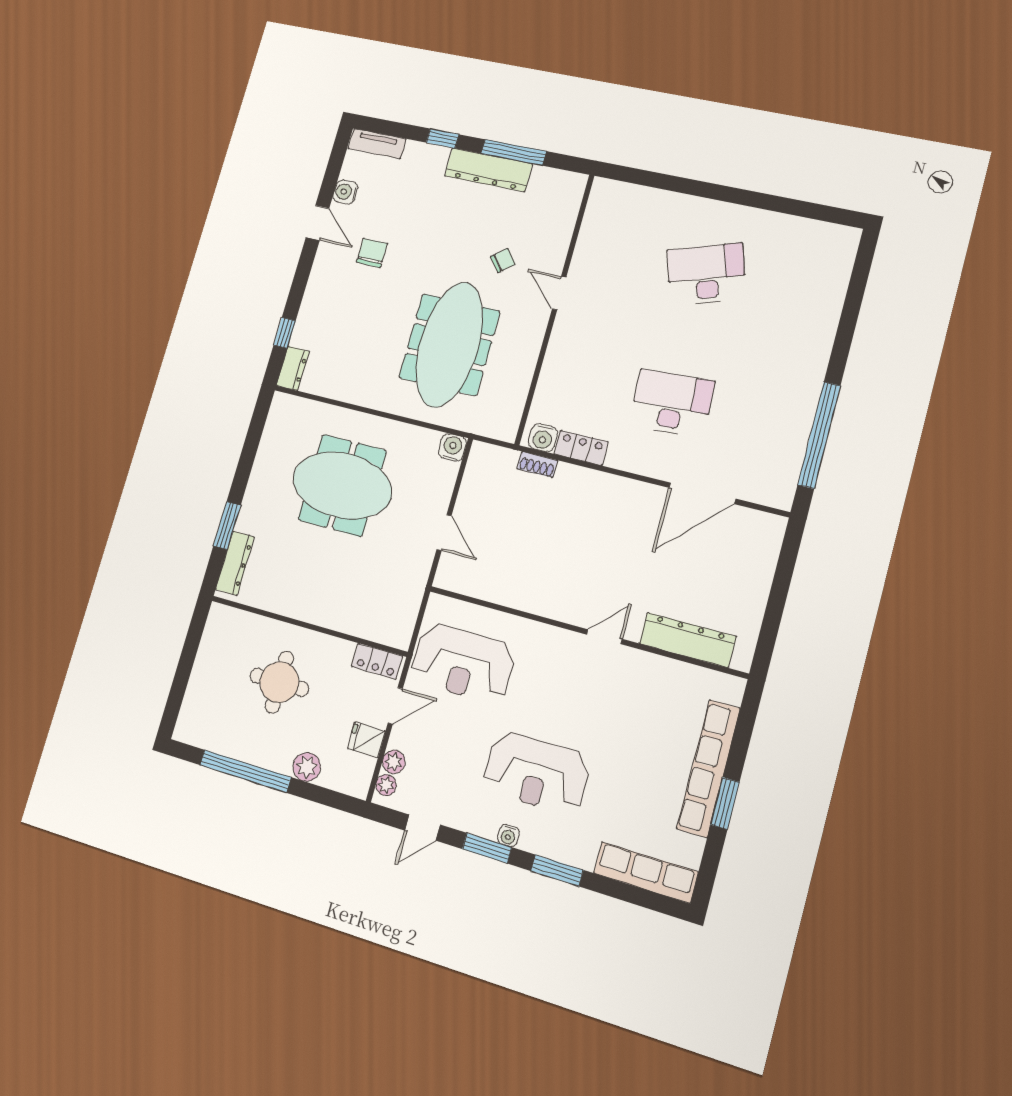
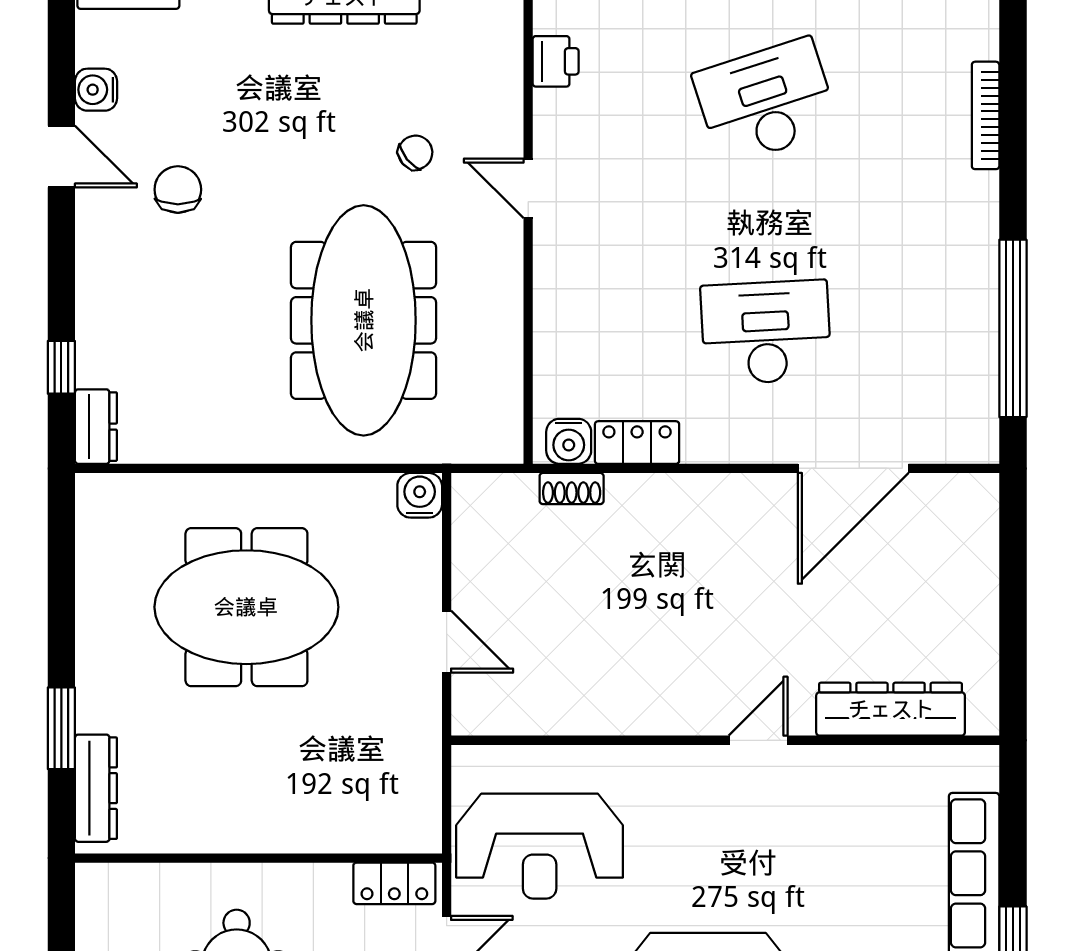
printer: (593, 227) -> (556, 61), added
bookcase: (834, 309) -> (986, 115), added

